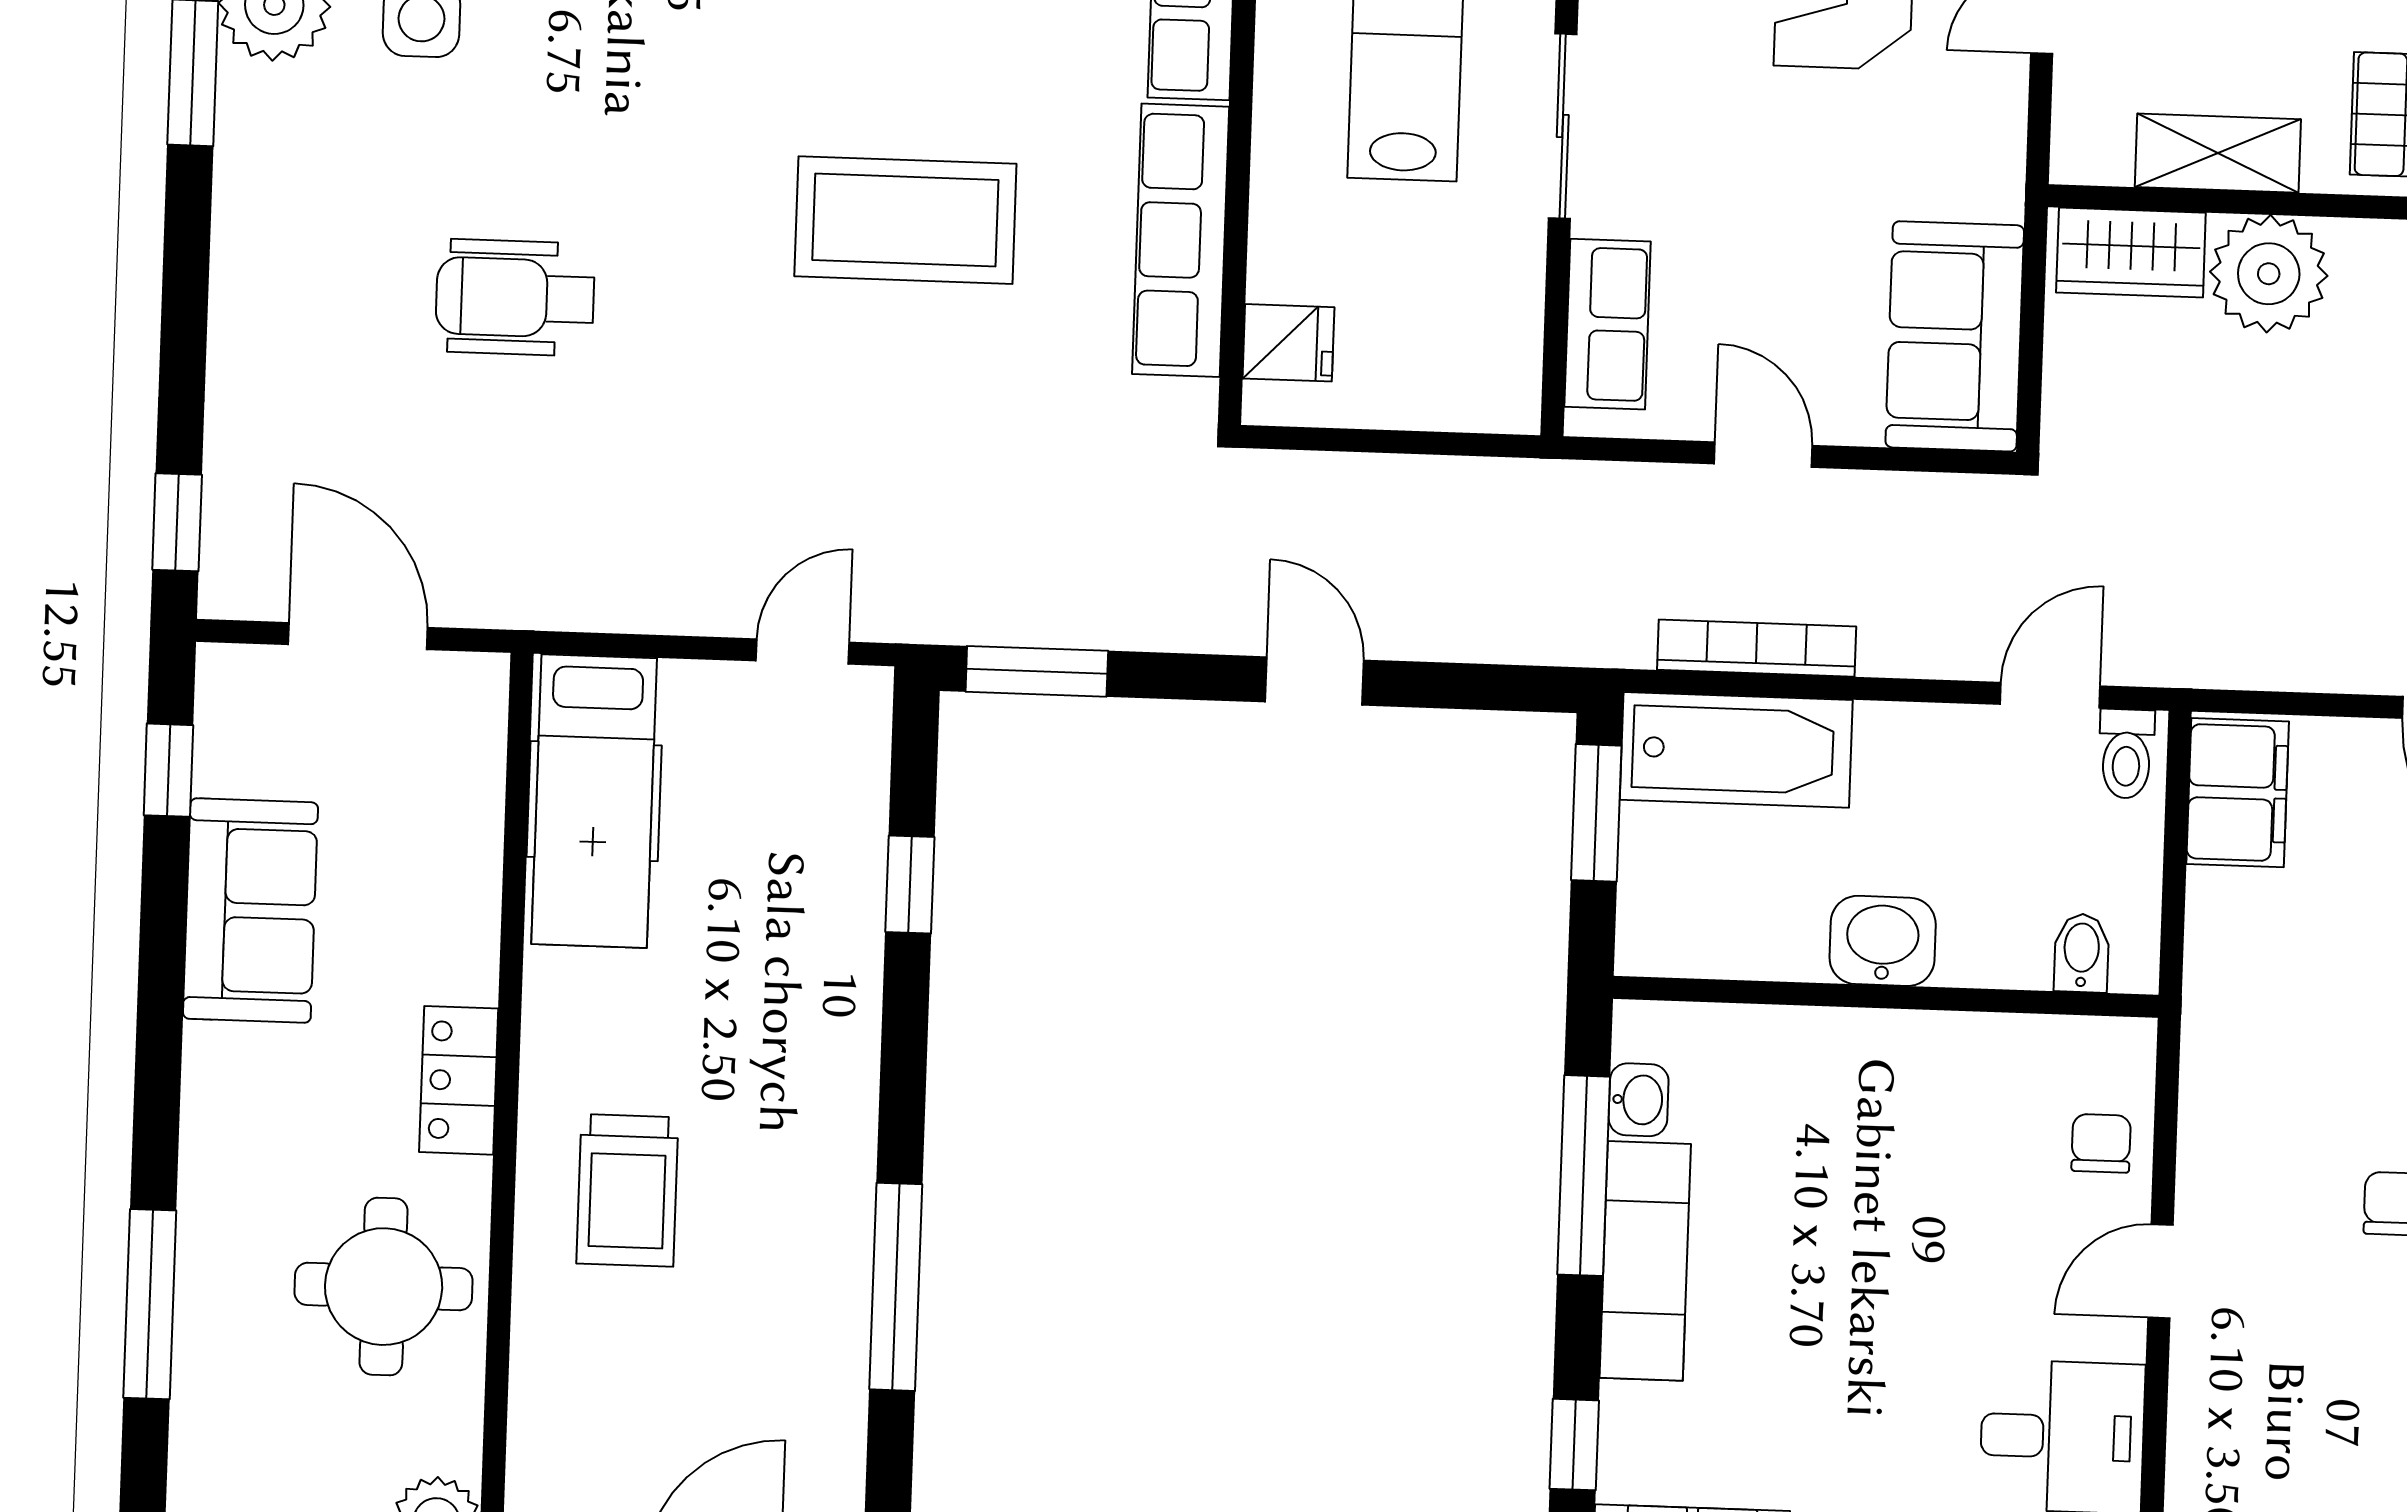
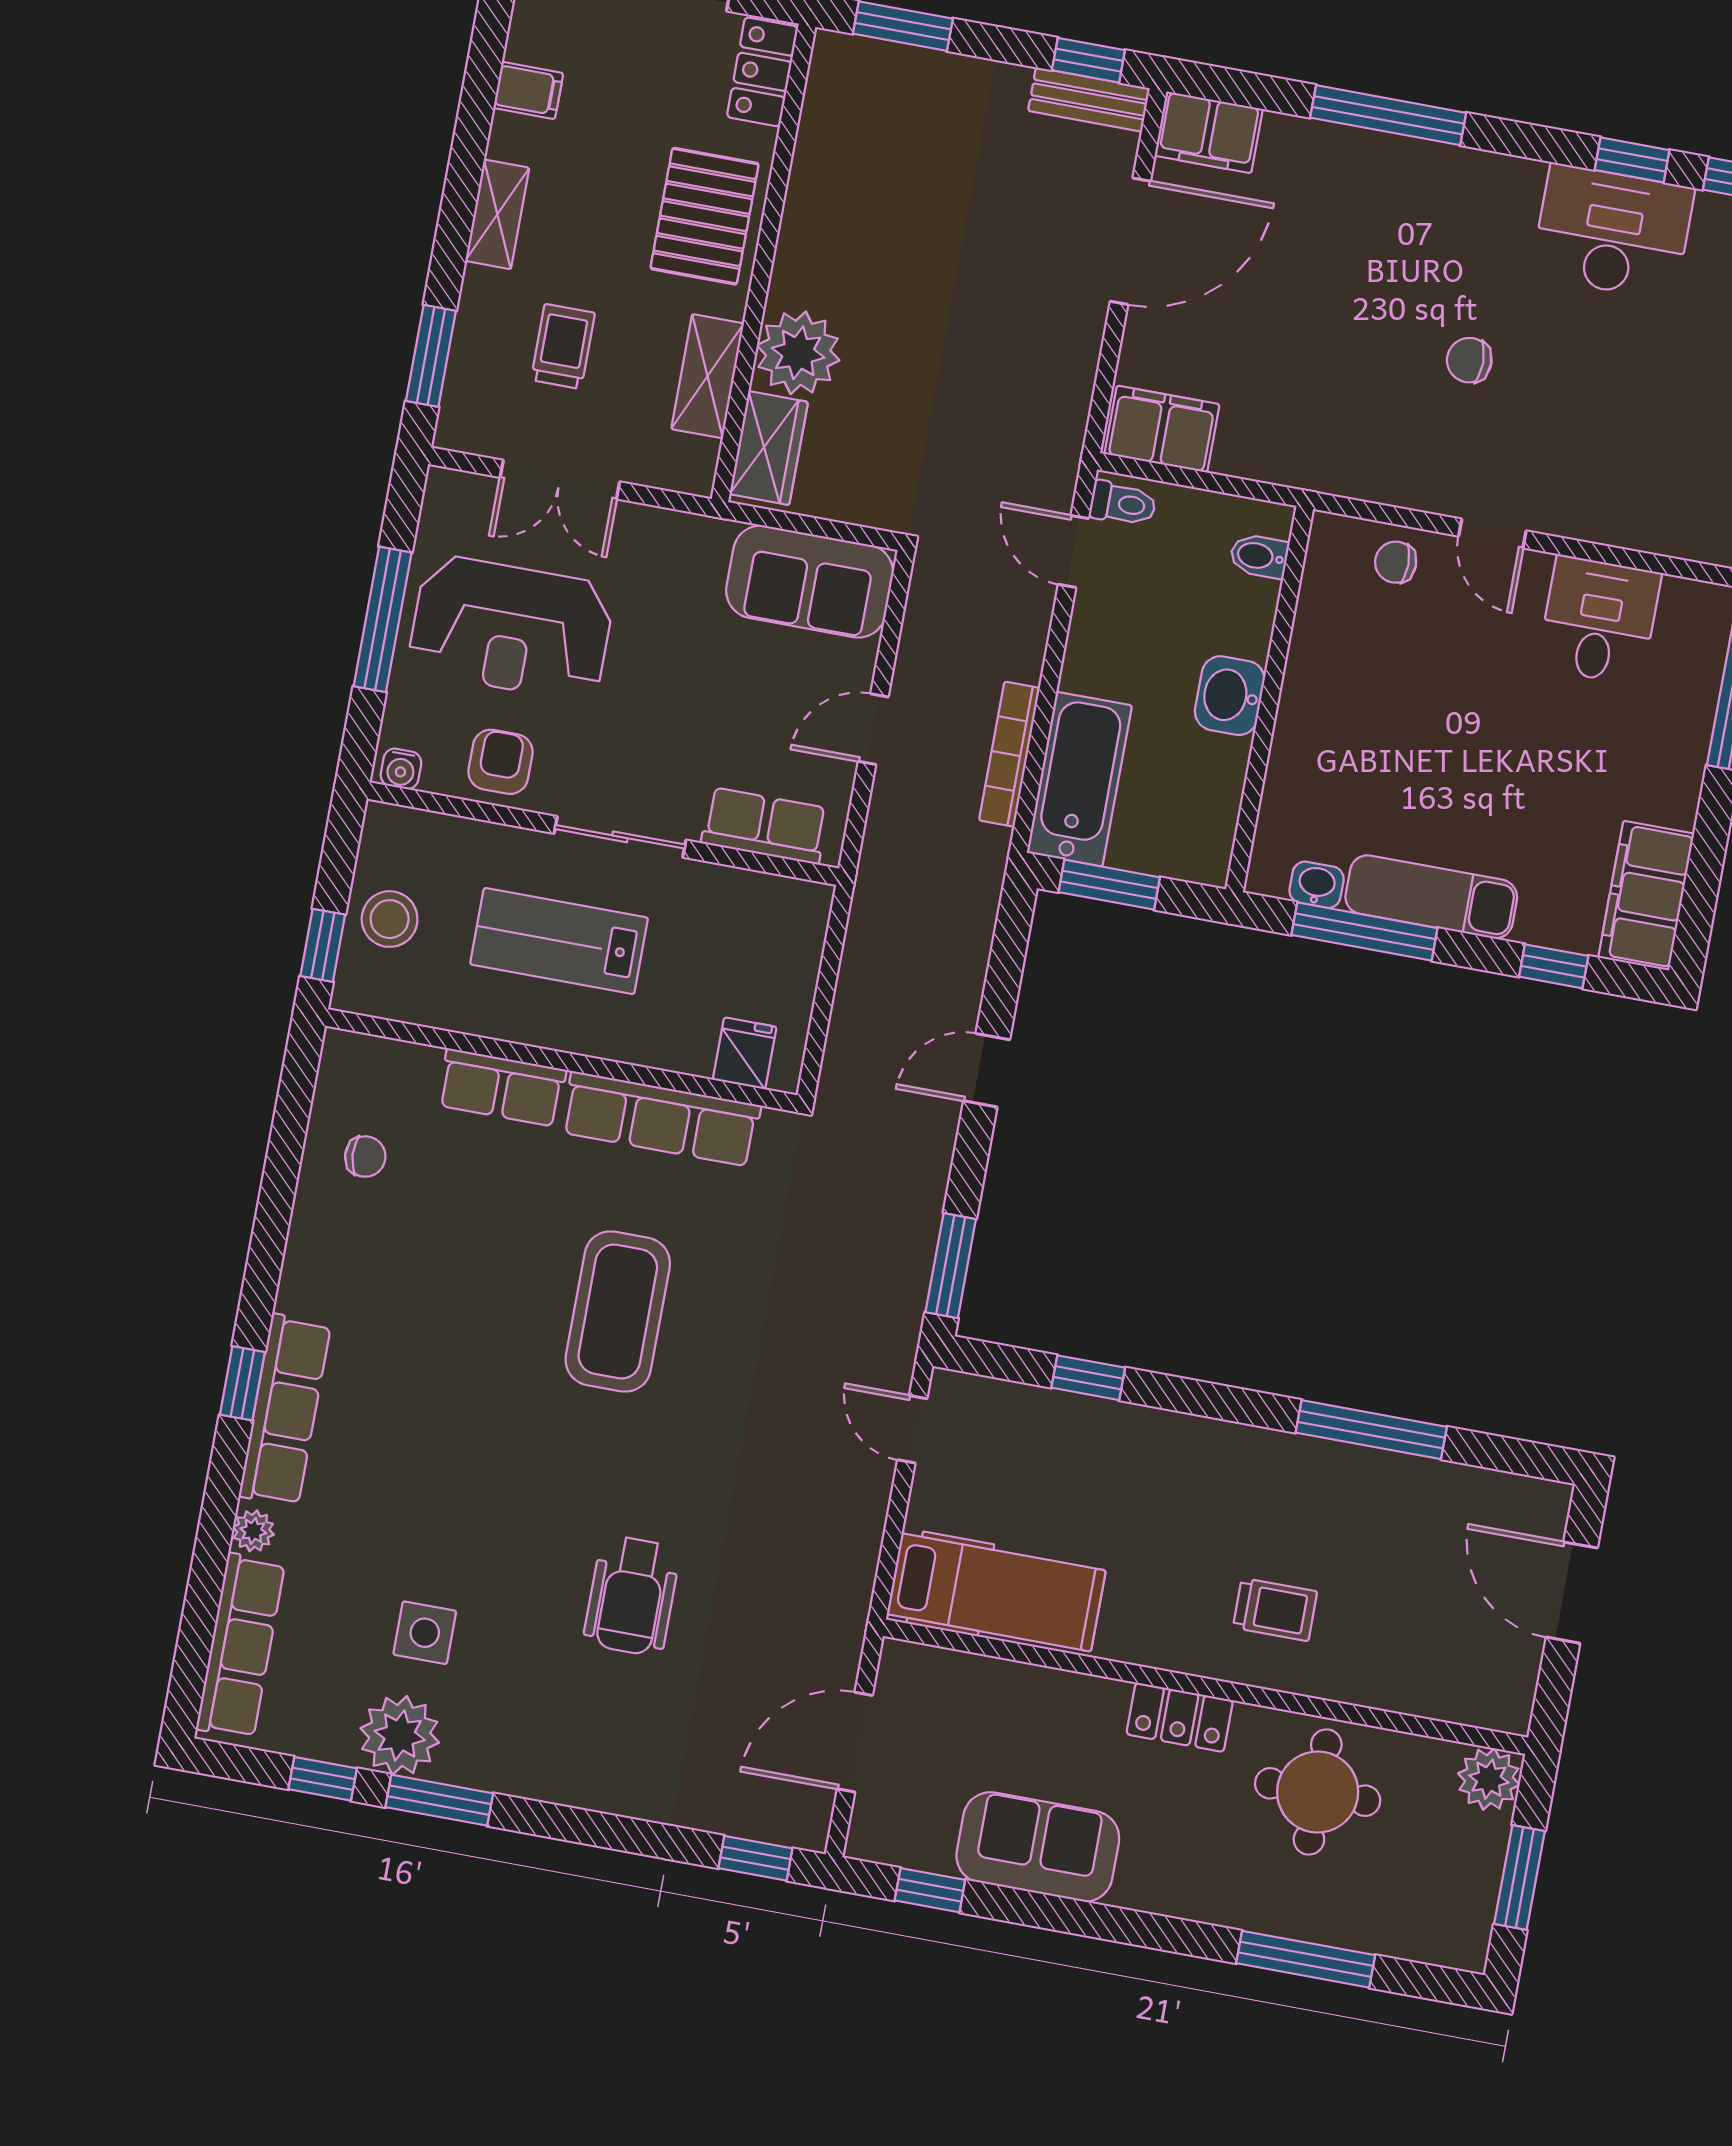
trolley: (627, 1190) -> (1275, 1610), width x0.73, depth x0.72

